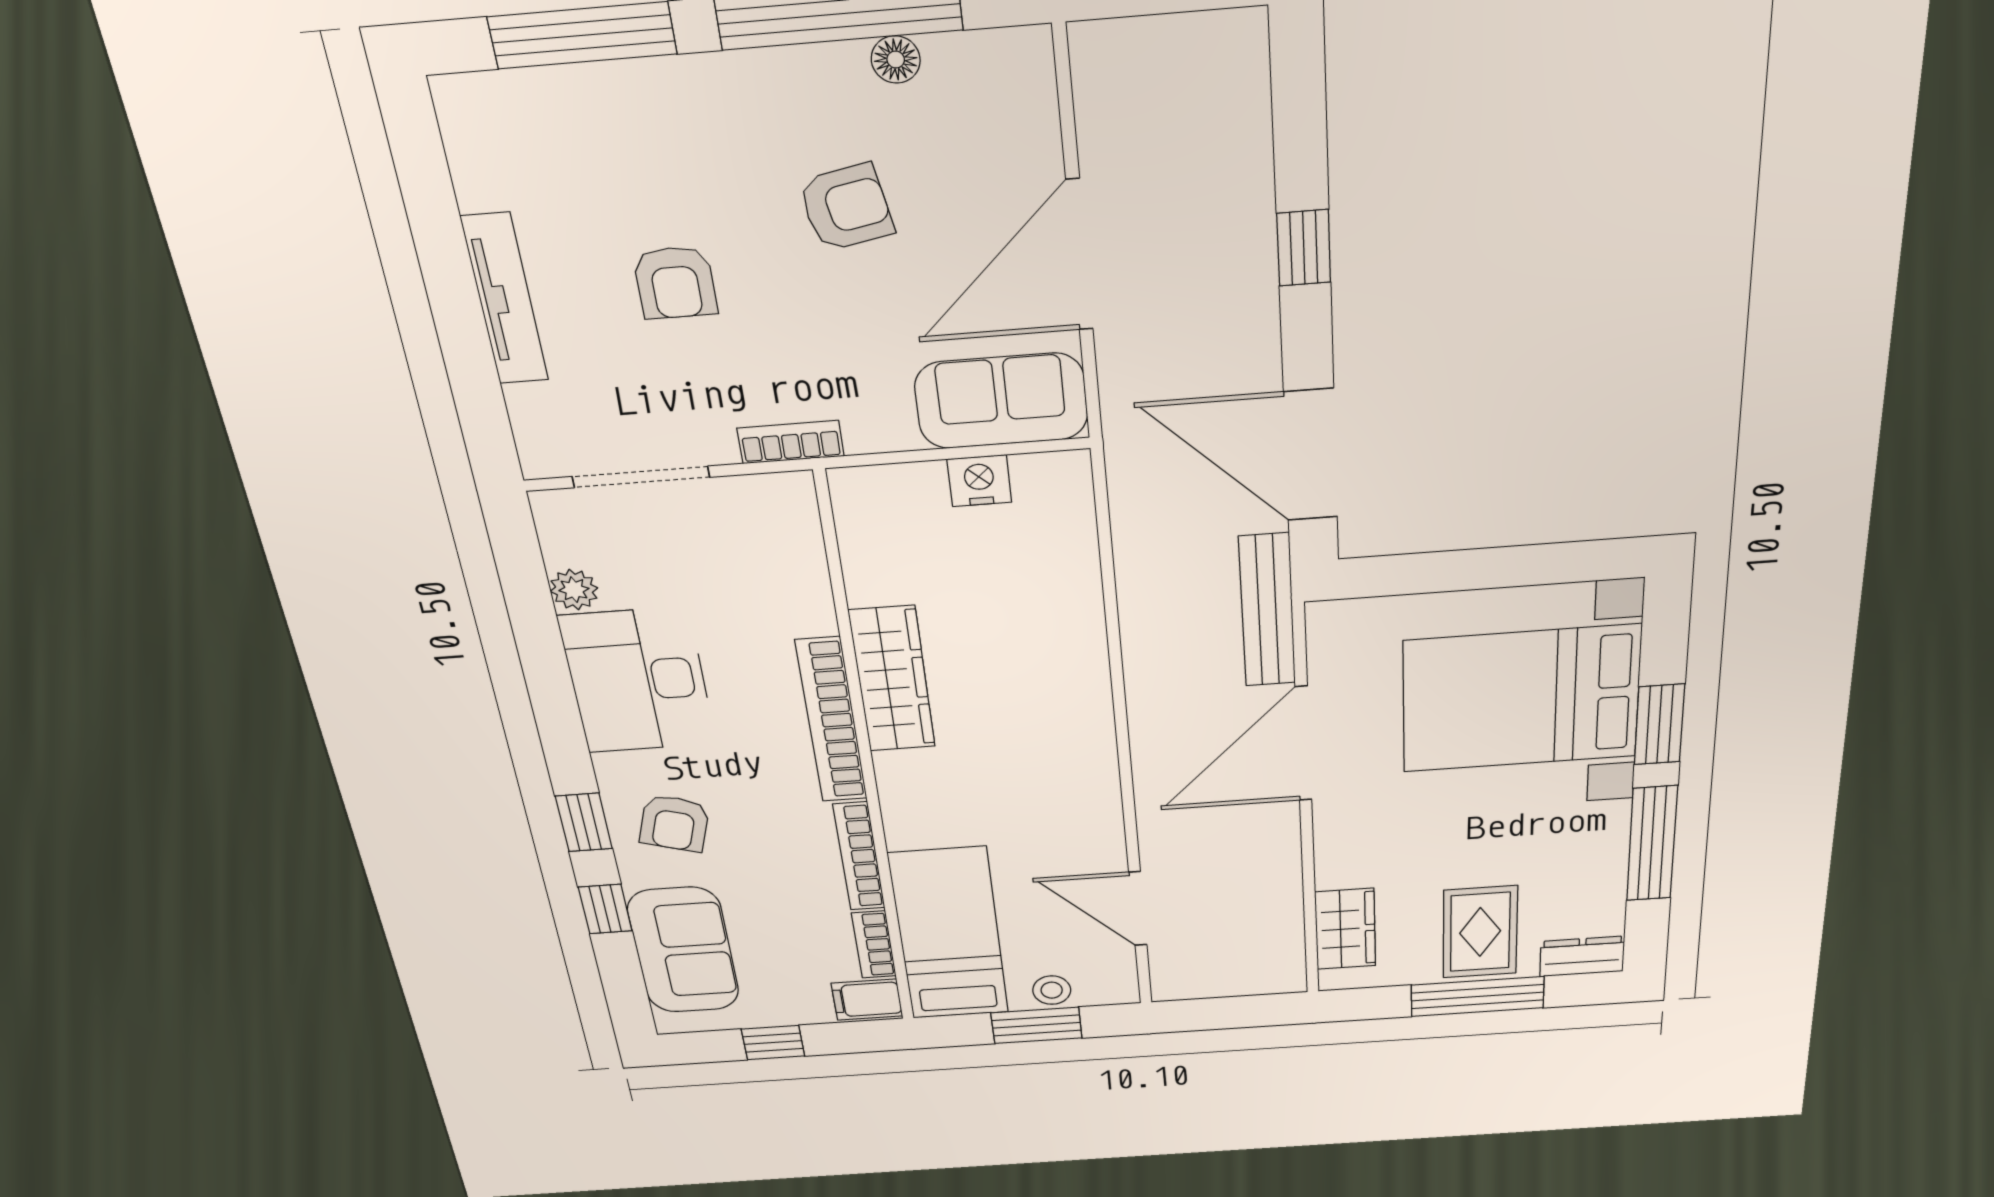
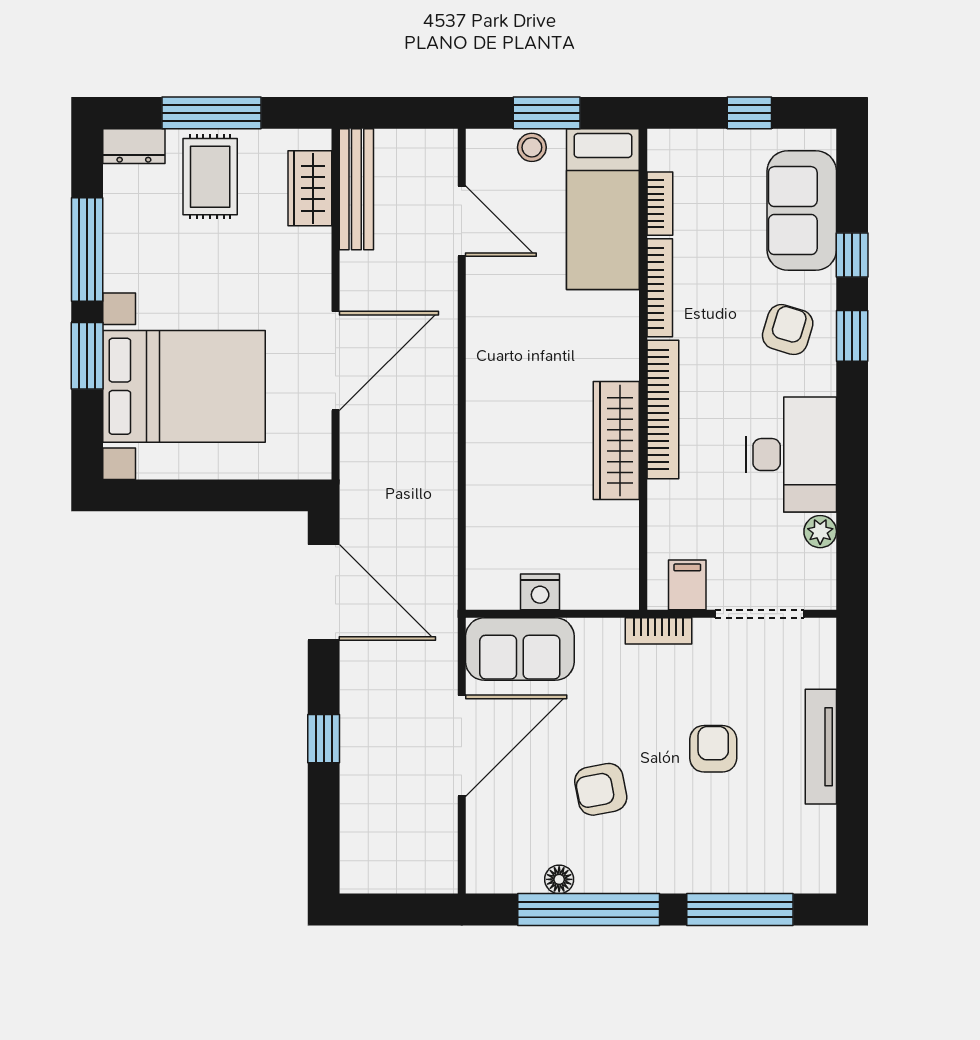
bench: (1267, 610) -> (356, 189), moved
filing cabinet: (867, 1000) -> (687, 585), moved, turned -90

